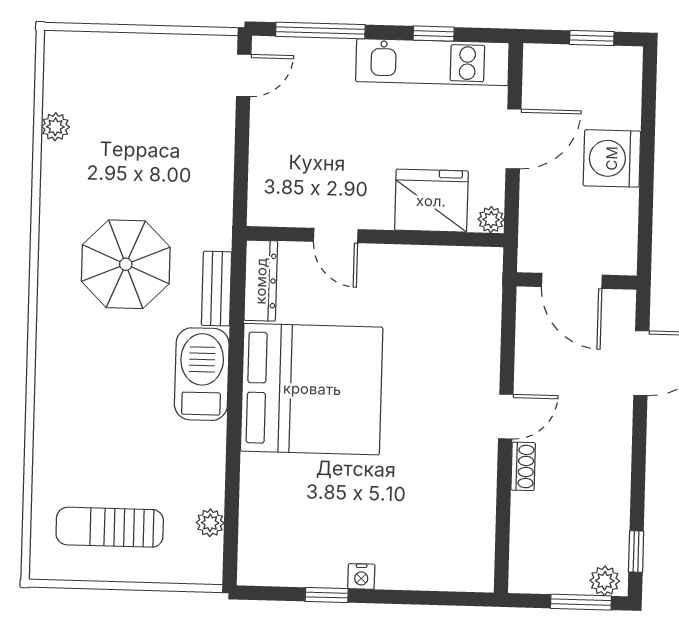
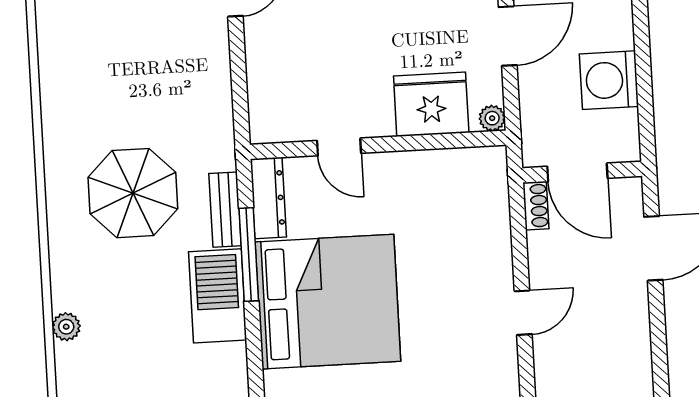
plant: (55, 127) -> (66, 327), moved
washing machine: (612, 158) -> (609, 80), moved
window: (236, 335) -> (249, 254), added
shoe rack: (523, 466) -> (536, 206), moved

